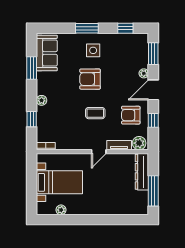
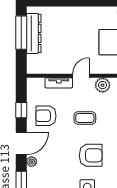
armchair: (131, 115) -> (46, 116), turned 180
plant: (139, 143) -> (103, 85), moved
dresser: (142, 172) -> (34, 33), moved

